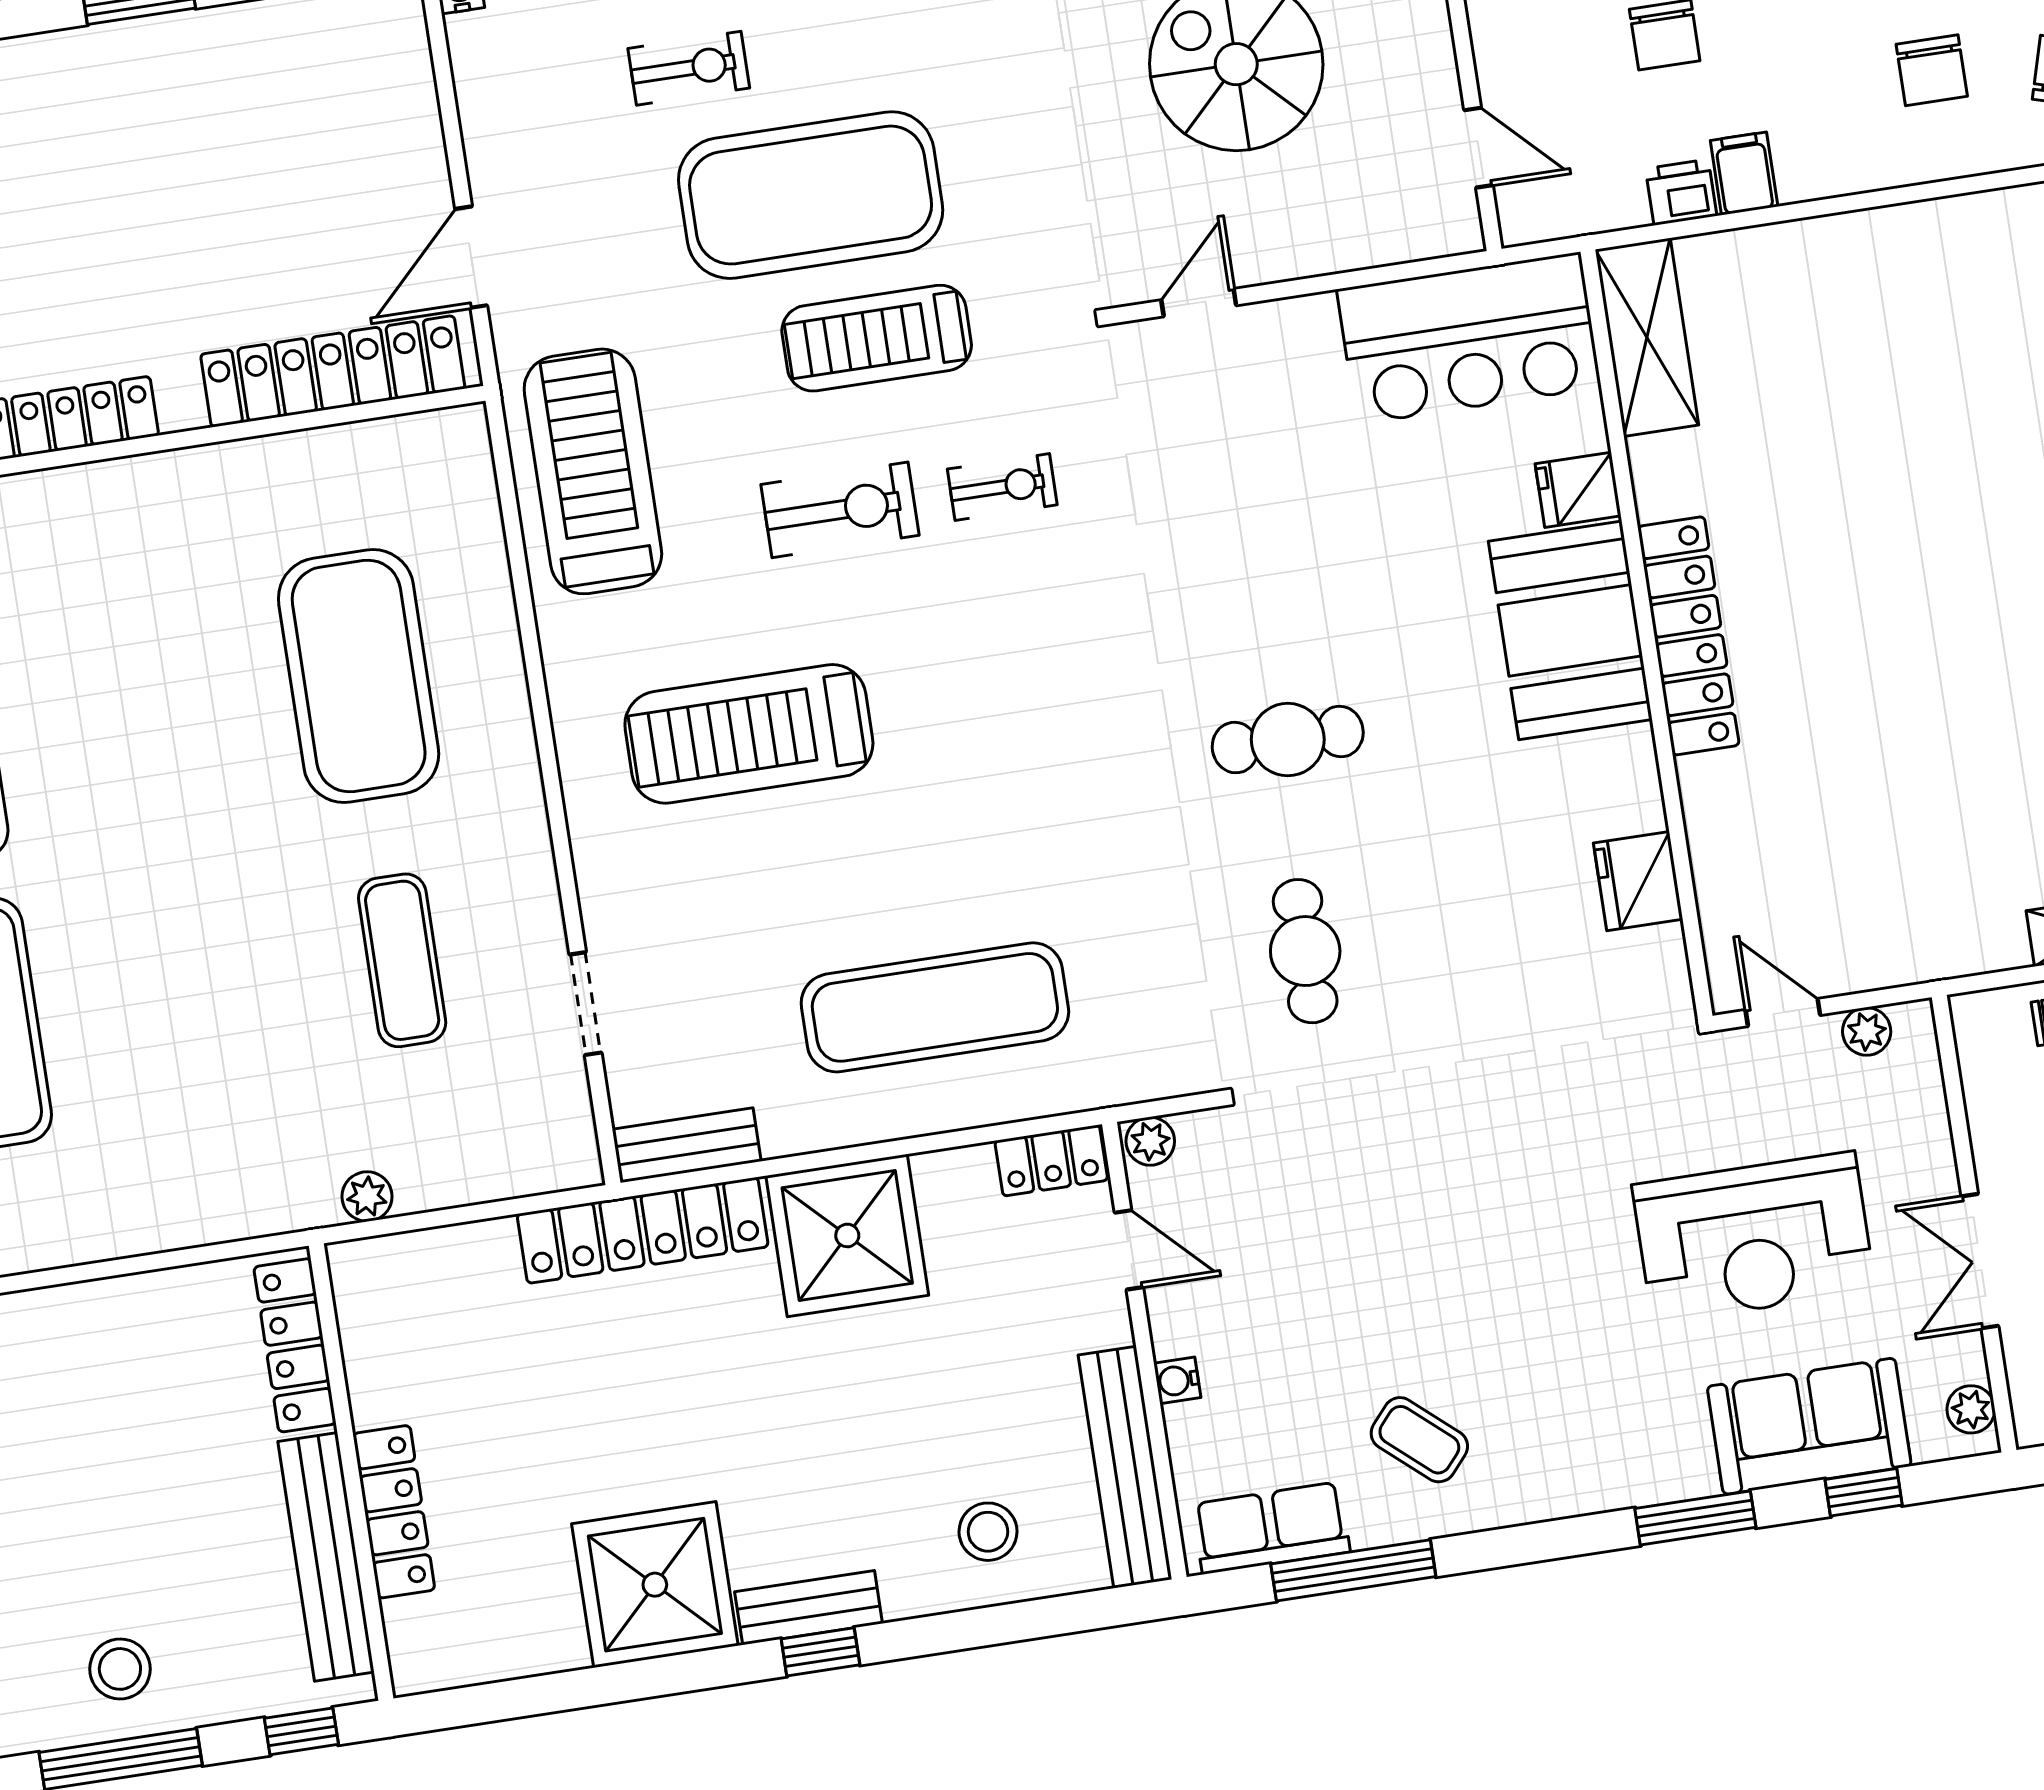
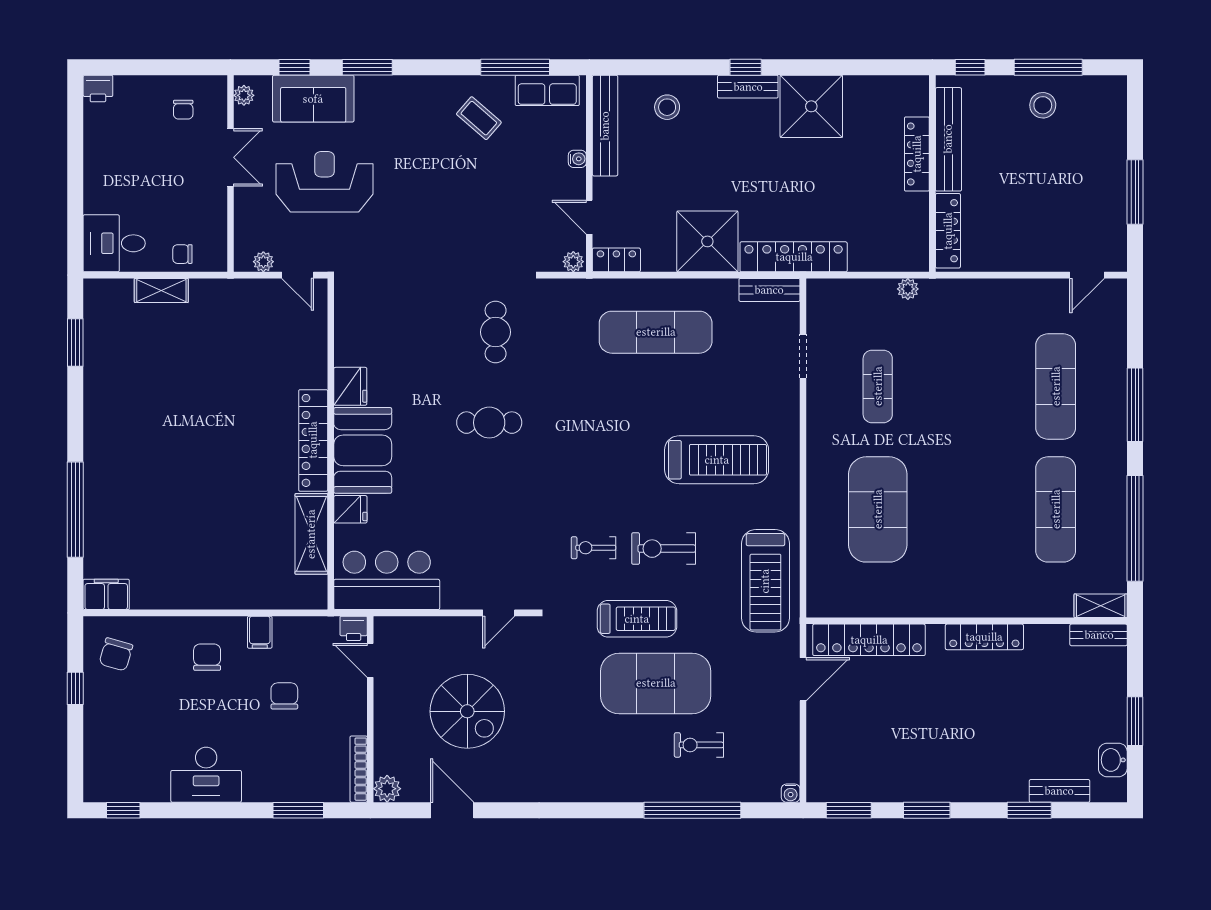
chair: (1932, 70) -> (207, 657), moved
printer: (1681, 192) -> (354, 628), moved
shelving: (1647, 337) -> (311, 534), moved
fridge: (1638, 881) -> (350, 386), moved

